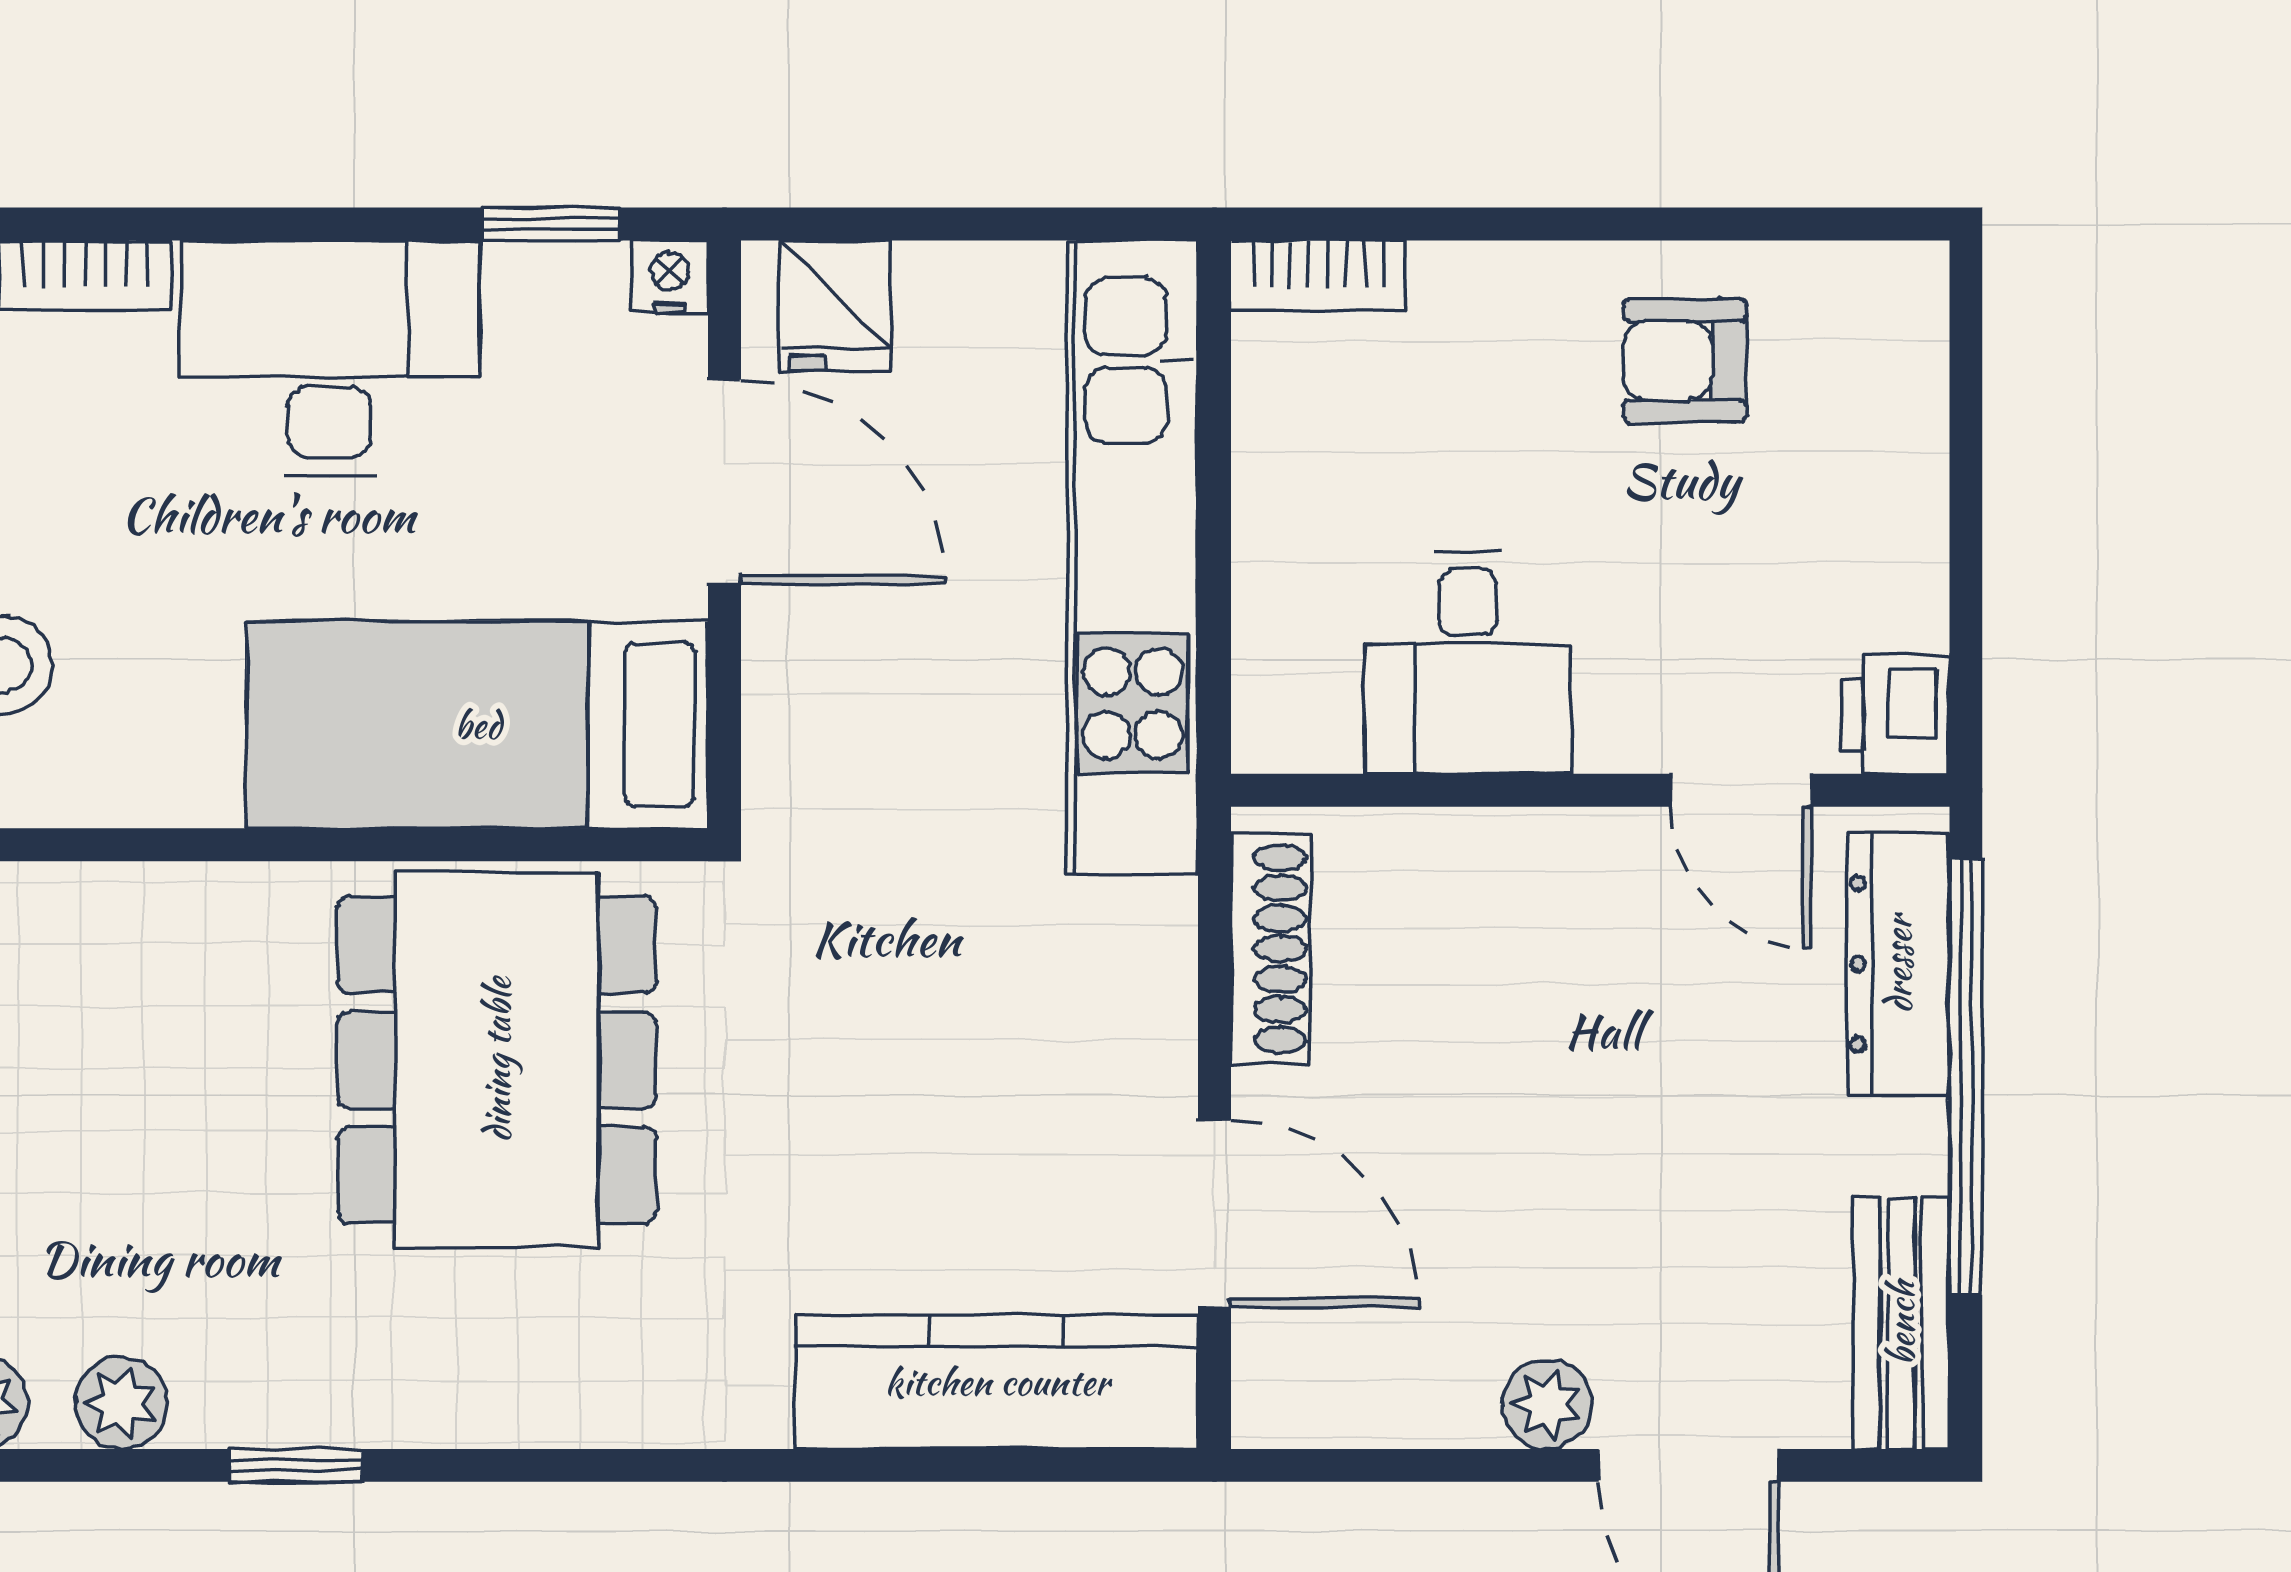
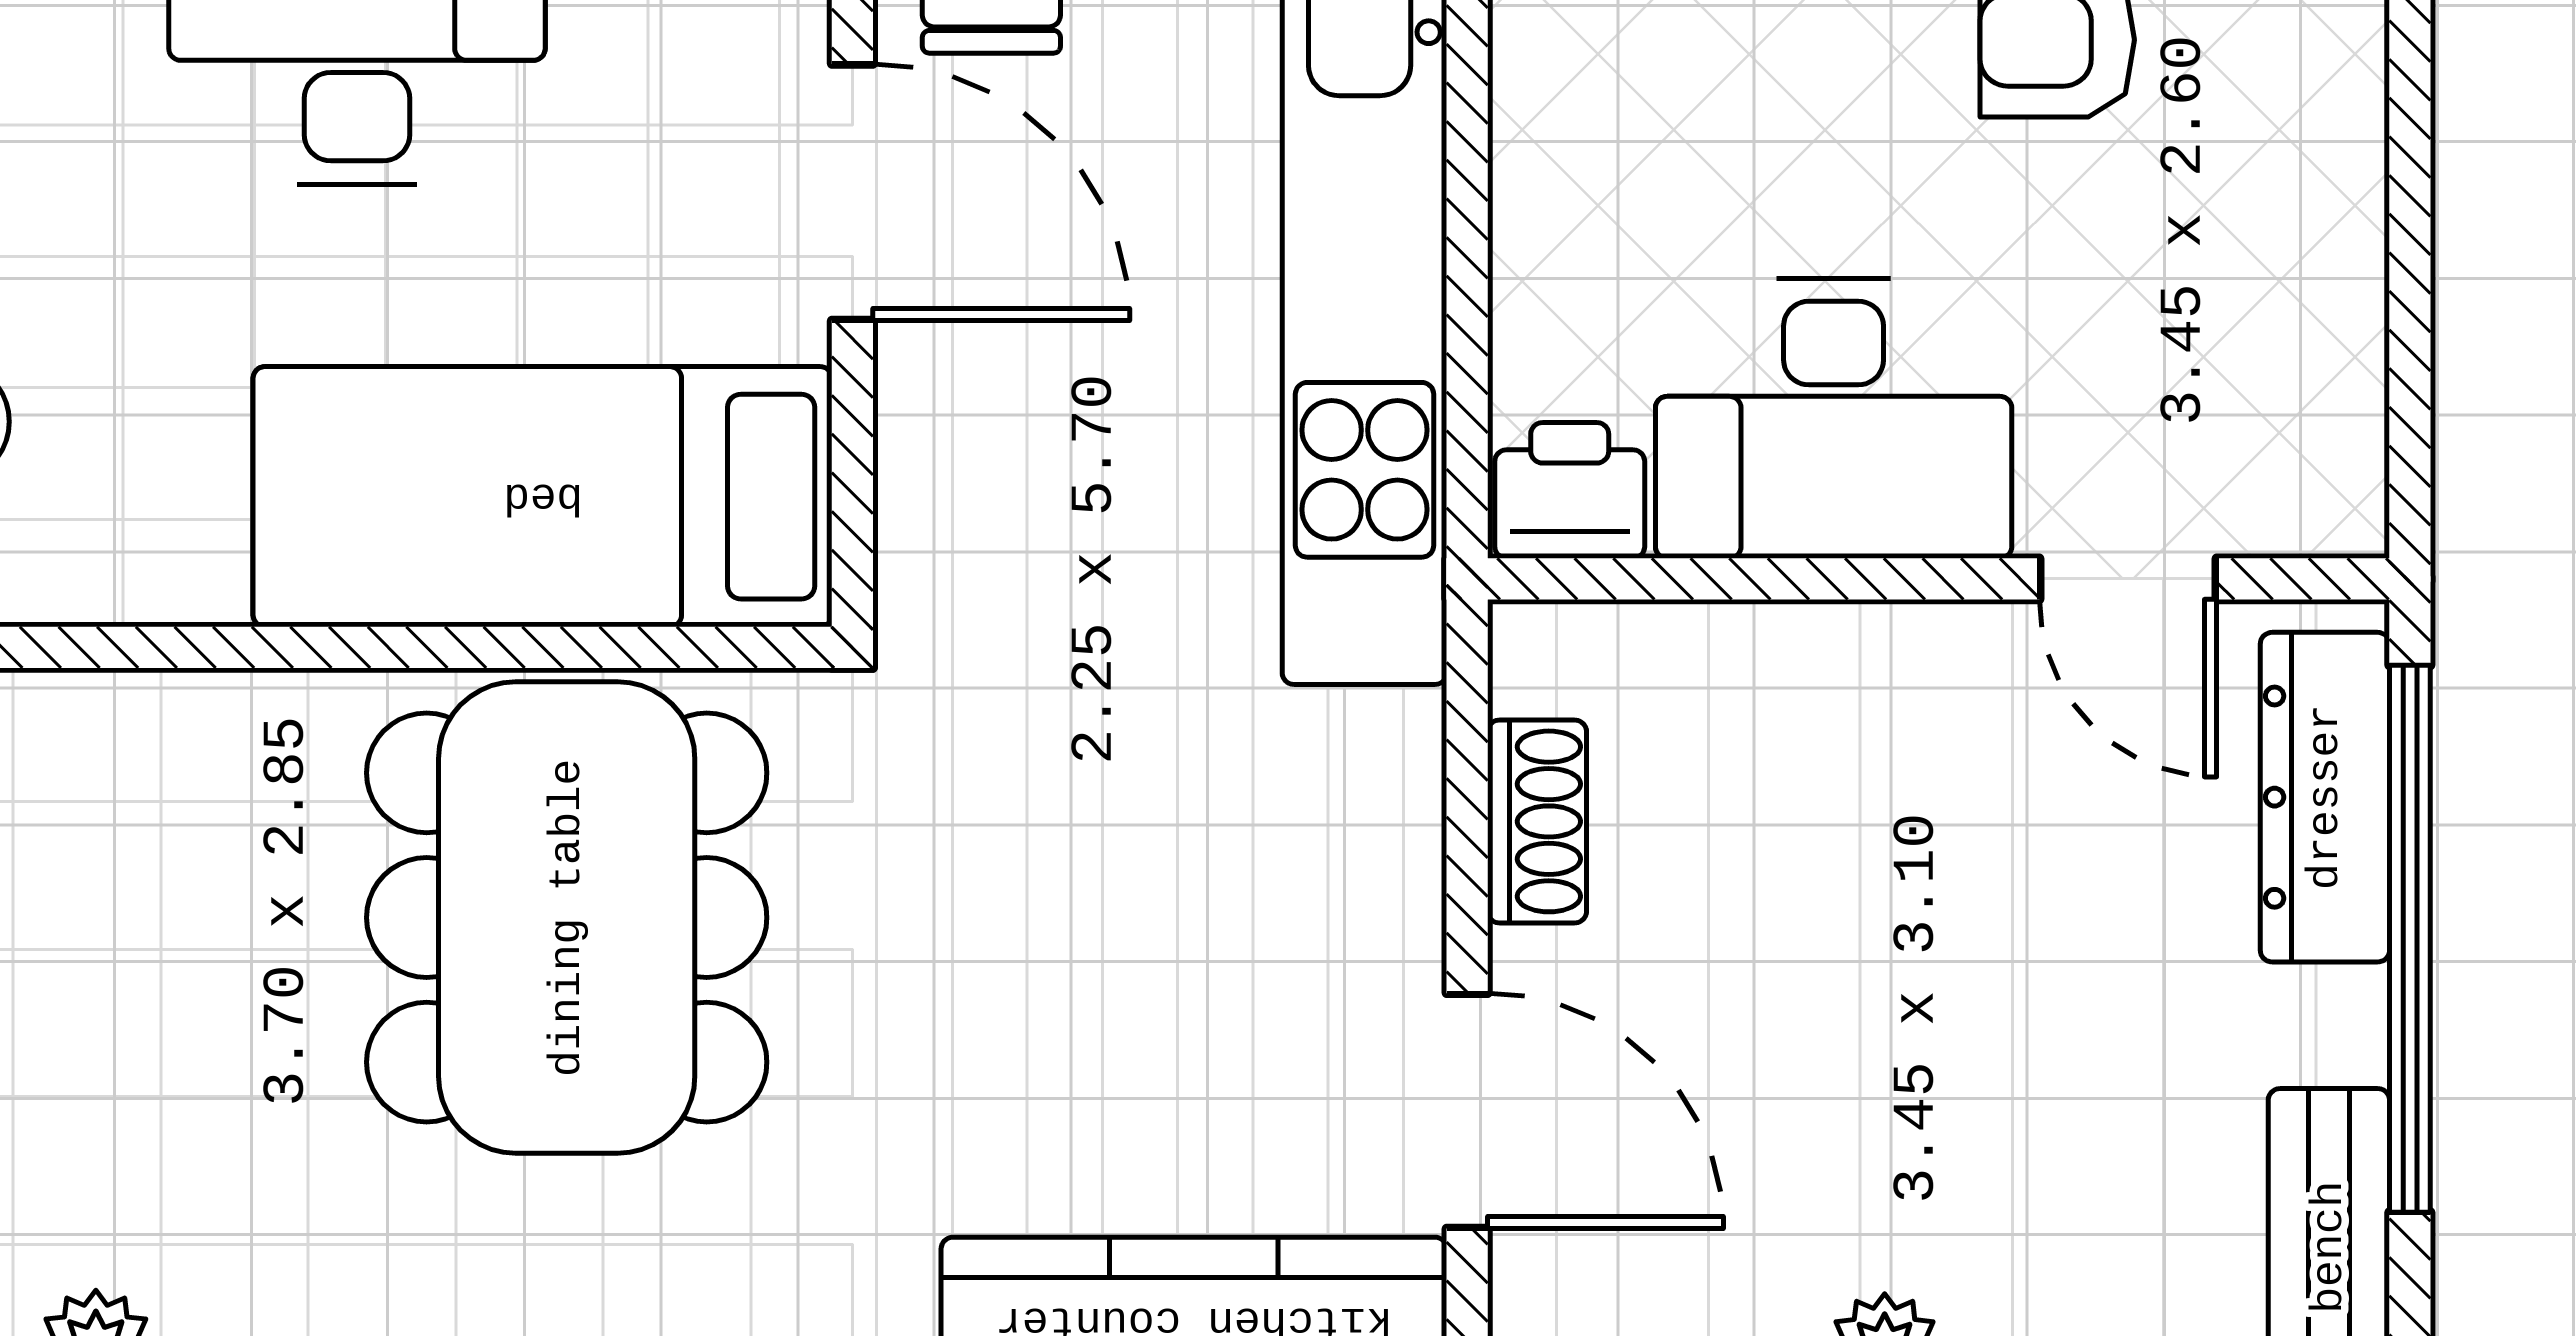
desk: (1468, 662) -> (1834, 419), width x1.37
printer: (1895, 714) -> (1570, 490), moved, turned 90
shoe rack: (1270, 949) -> (1537, 821), width x0.70

